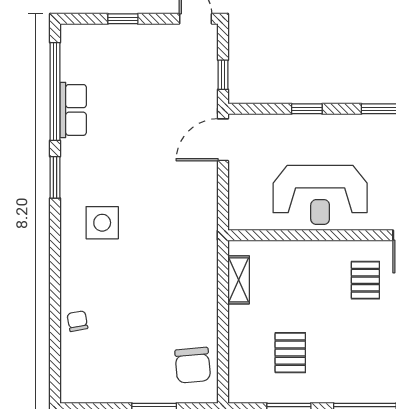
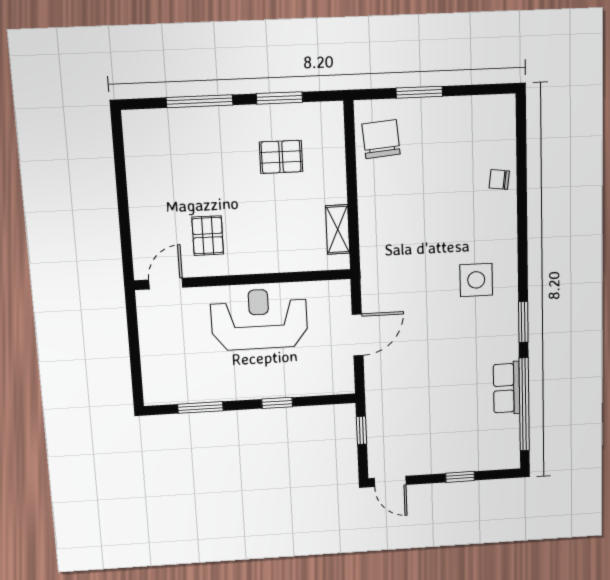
door: (223, 140) -> (358, 335), moved
chair: (77, 321) -> (499, 179), turned 107
pallet: (290, 353) -> (281, 157), turned 90

